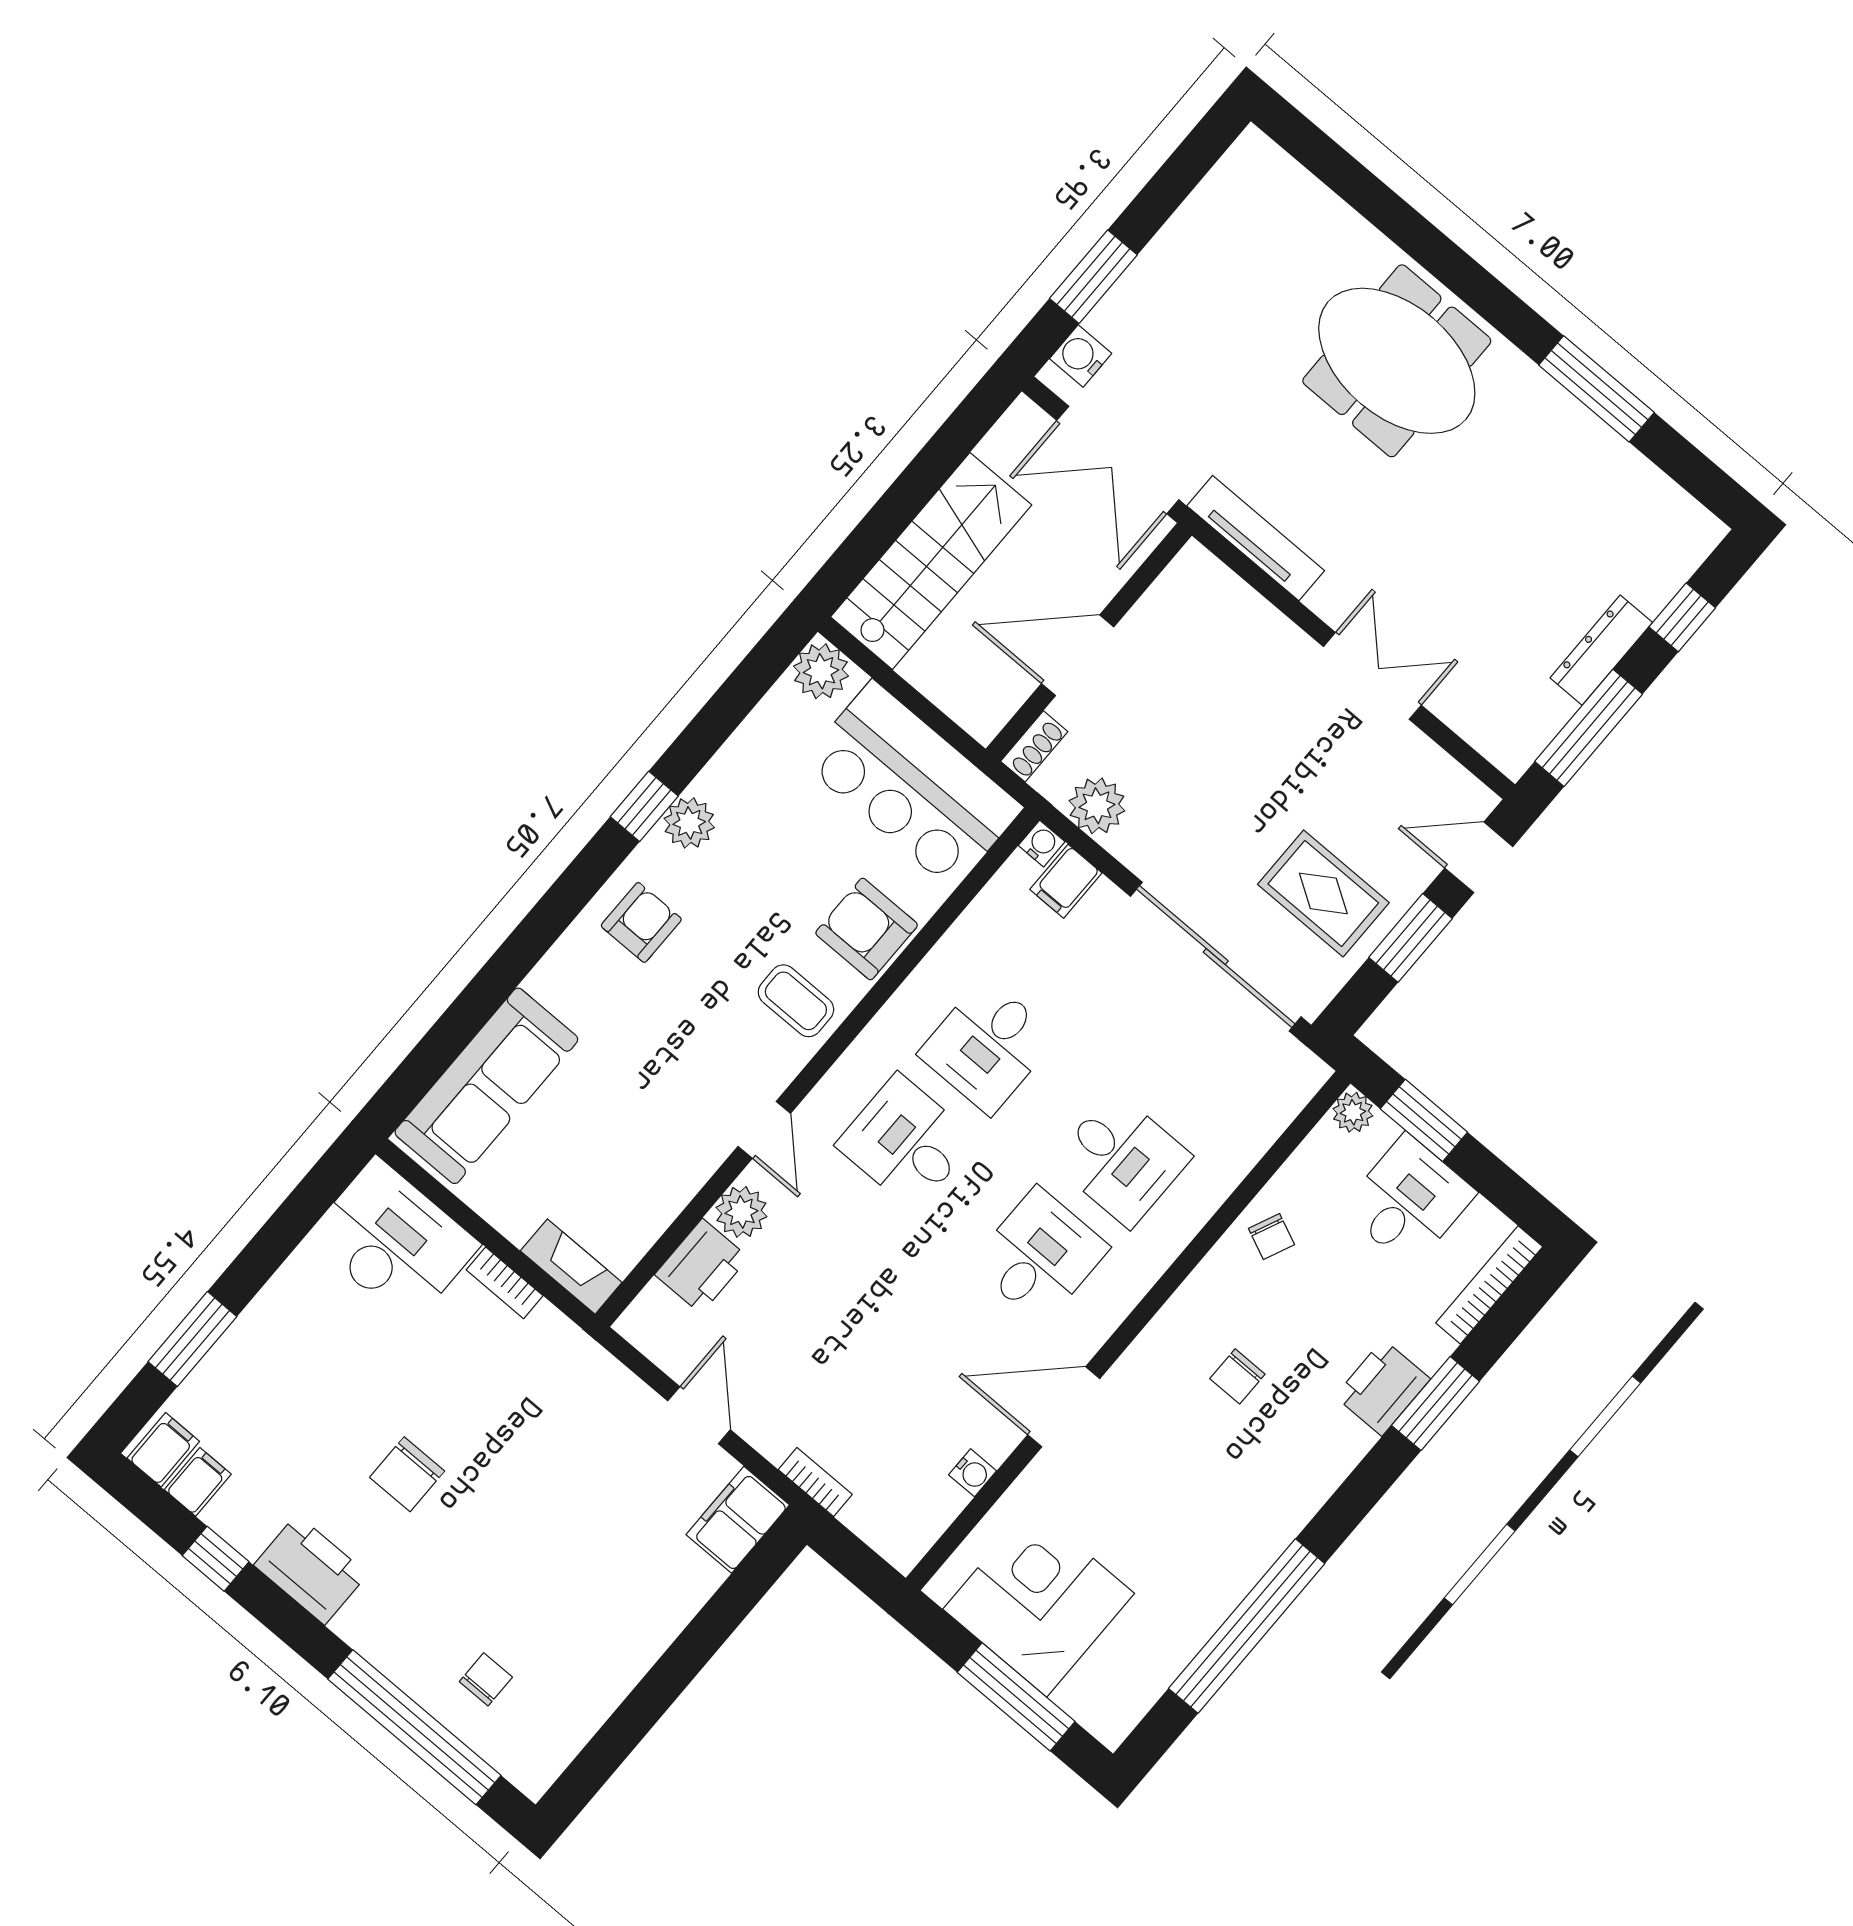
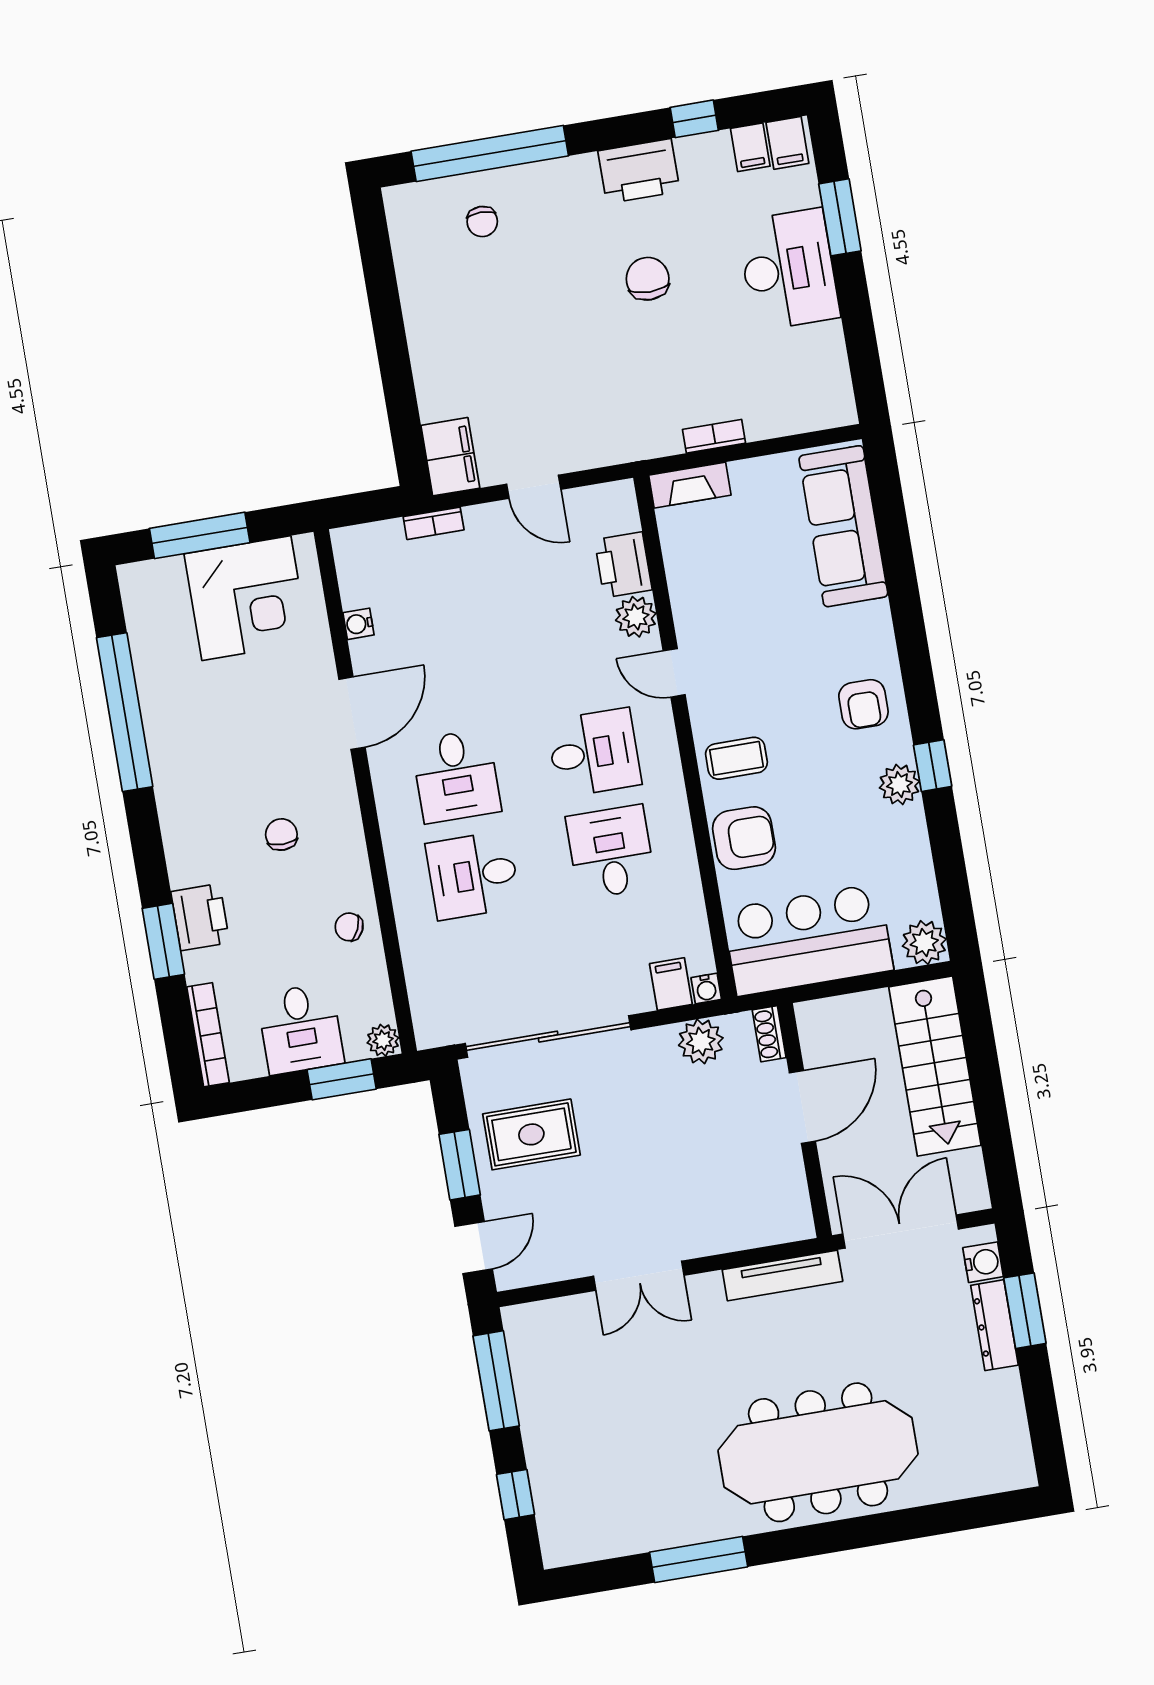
meeting table: (1397, 361) -> (818, 1452), width x1.36
dresser: (1601, 650) -> (994, 1325), moved, turned 180
desk: (393, 1241) -> (788, 269), moved, turned -90

